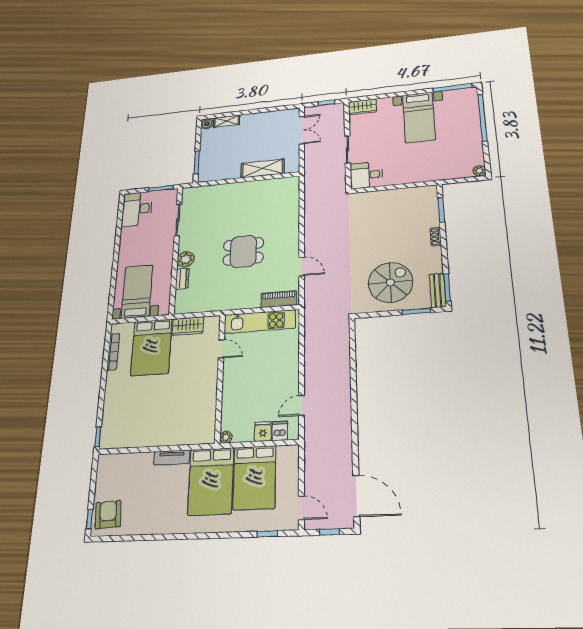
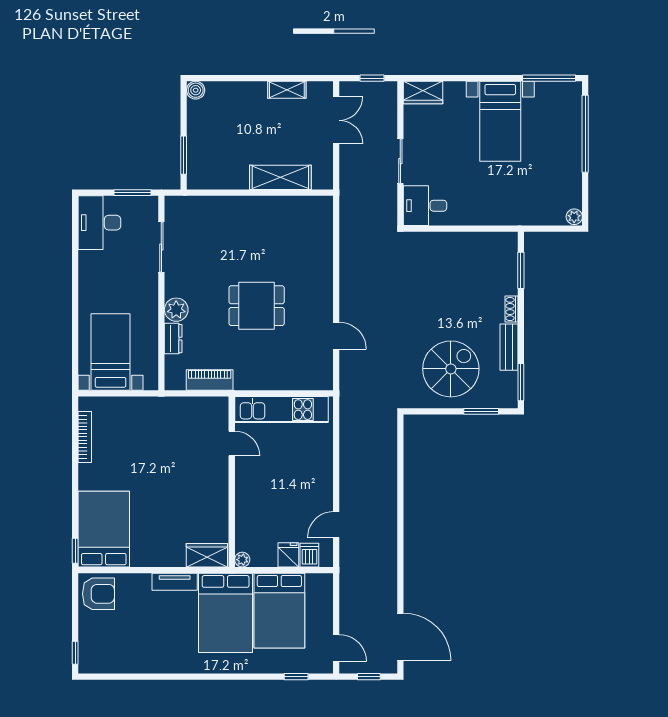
shelving: (227, 121) -> (287, 90), moved
bench: (438, 290) -> (509, 347), moved
piano: (279, 299) -> (210, 380), moved
wardrobe: (188, 326) -> (207, 555), moved, turned 180
bed: (151, 347) -> (104, 529), moved, turned 180
armchair: (108, 515) -> (98, 594), moved, turned 94

